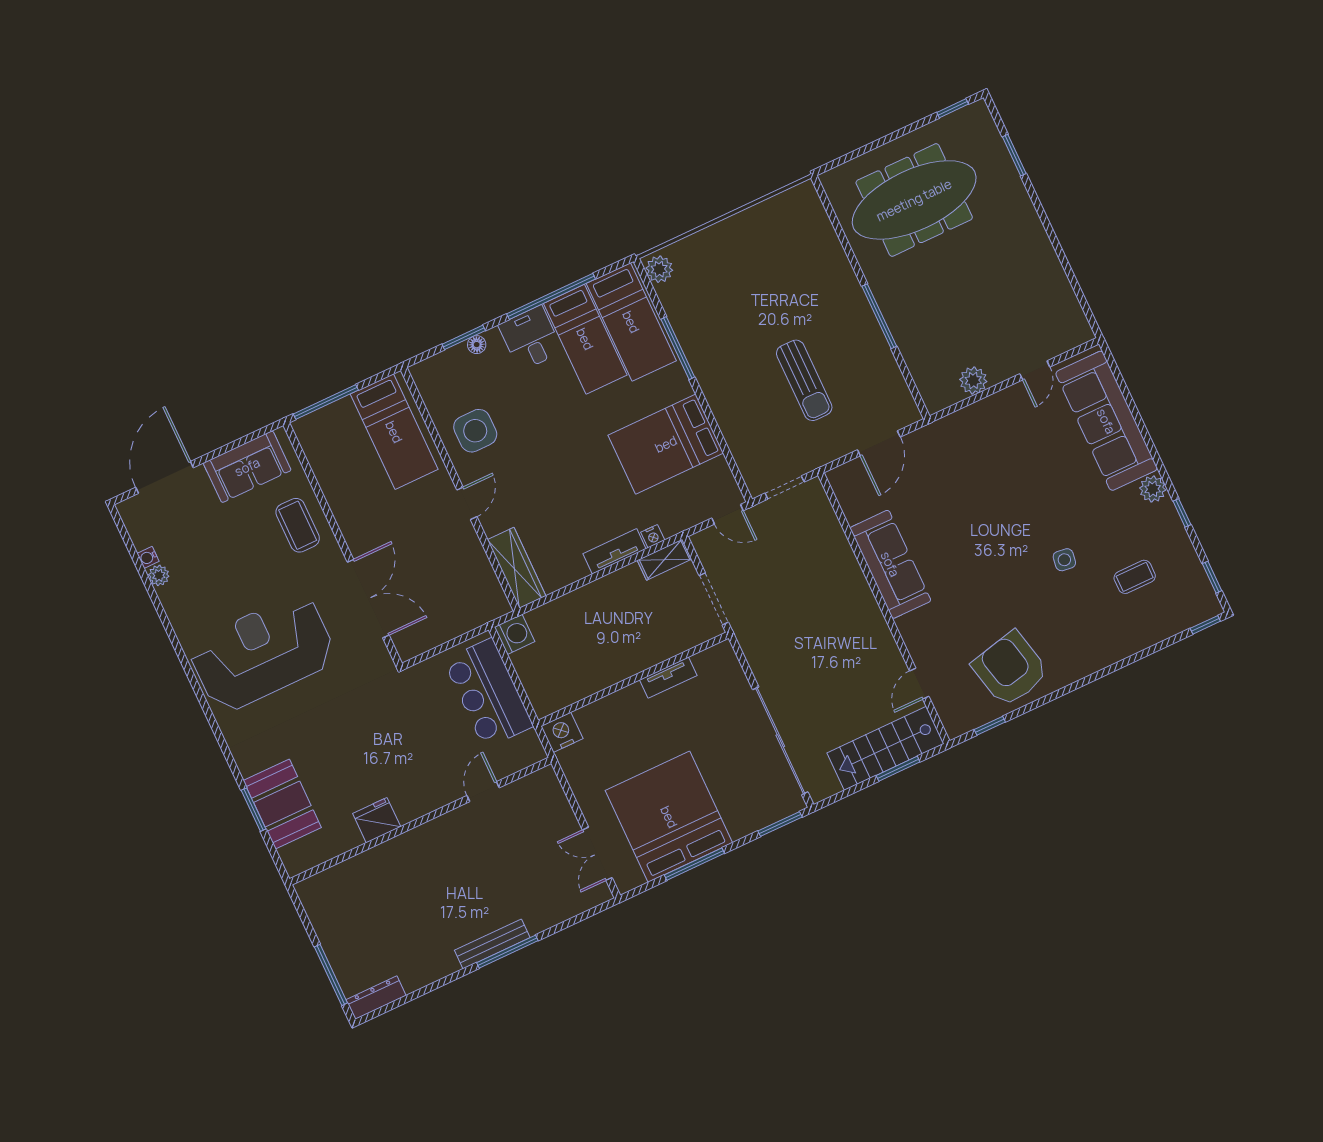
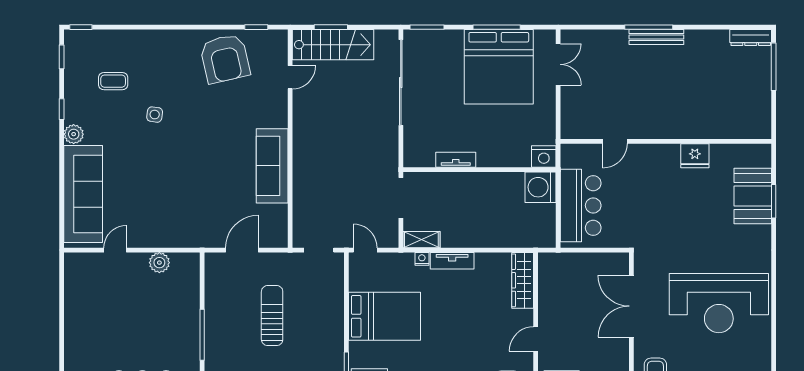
washing machine: (515, 634) -> (541, 187), moved, width x1.37, depth x1.37

